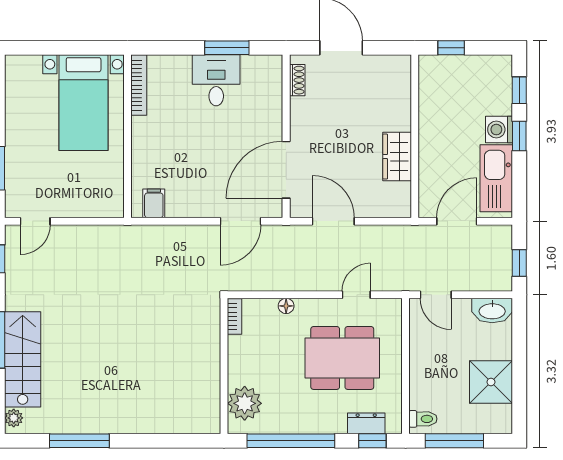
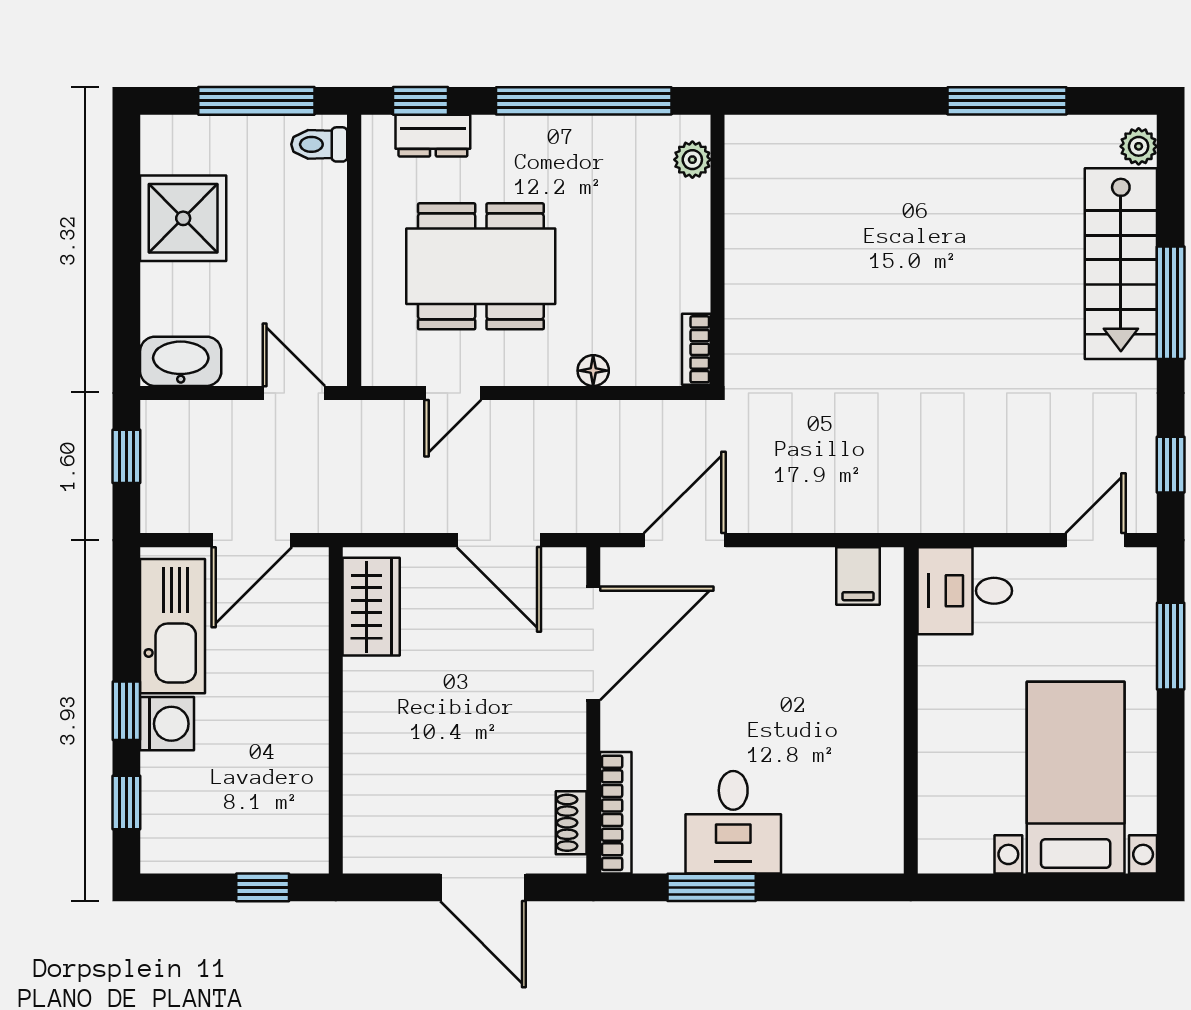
bookcase: (139, 85) -> (616, 813), moved, turned 180
bed with nightstands: (84, 103) -> (1076, 778), moved
wardrobe: (397, 157) -> (371, 607), moved
desk: (101, 196) -> (965, 591), added
plant: (245, 403) -> (692, 160), width x0.53, depth x0.53

